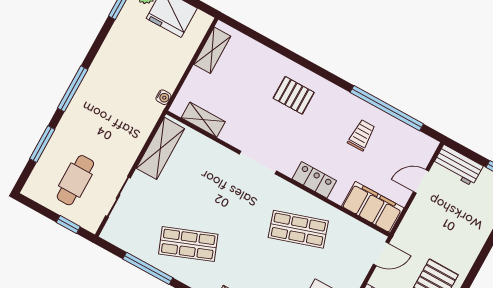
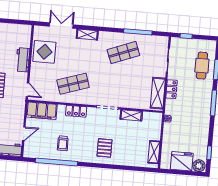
pallet: (294, 95) -> (104, 148), turned 90
shelving: (203, 120) -> (131, 115), moved
locker: (134, 145) -> (172, 89), added
cafe table: (75, 180) -> (202, 66), moved
door: (381, 254) -> (27, 90), swing flipped

